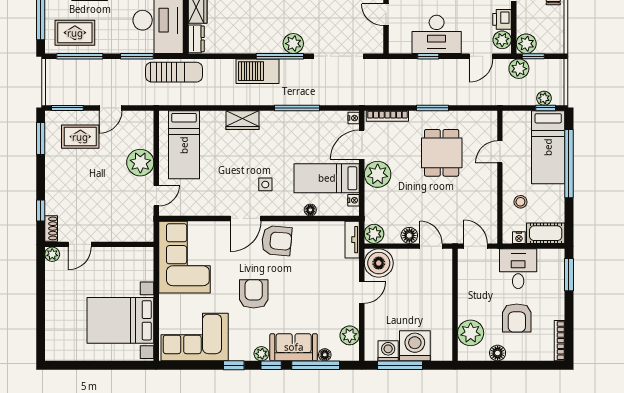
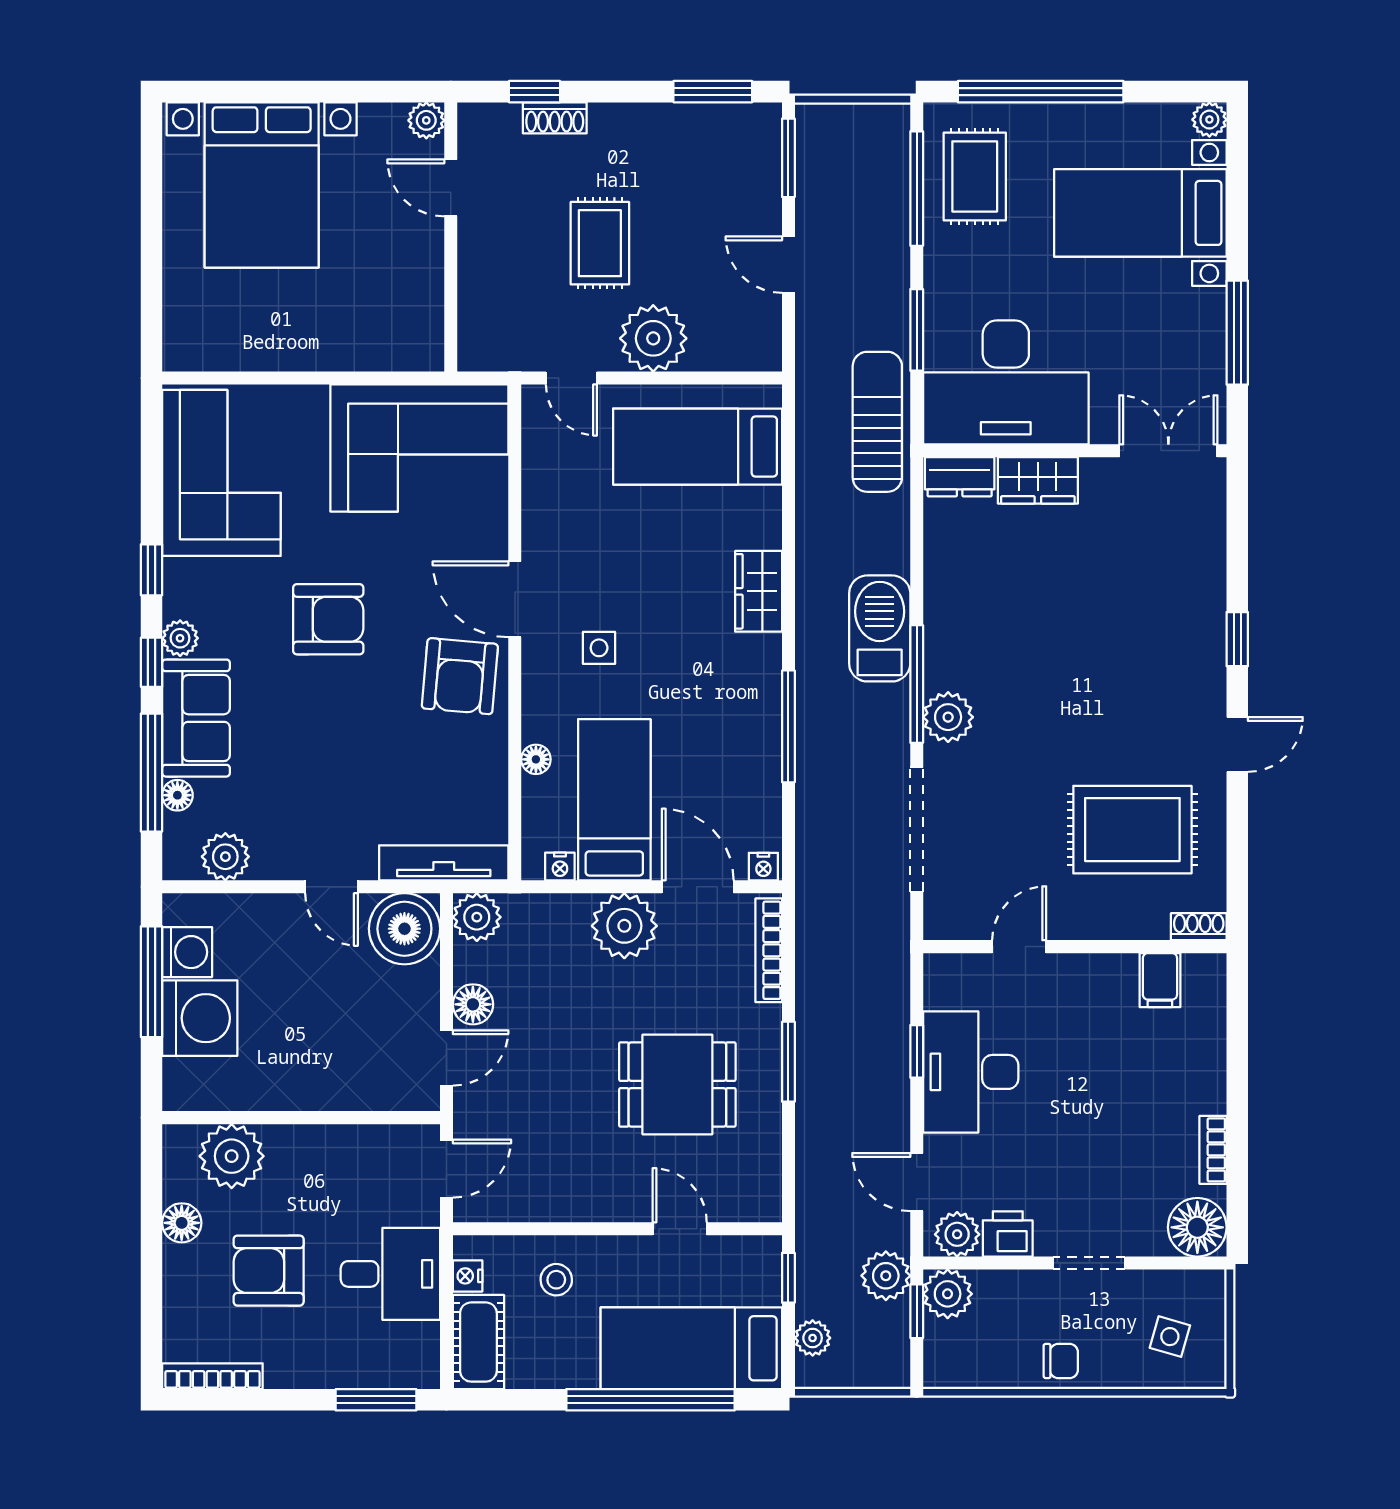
sun lounger: (174, 72) -> (877, 422), turned 180
window: (546, 108) -> (788, 1278), moved
rug: (80, 137) -> (600, 243), moved
shoe rack: (51, 228) -> (555, 118), moved
tv unit: (352, 240) -> (444, 863), width x1.41
bed with nightstands: (120, 320) -> (262, 185), moved, turned 180

